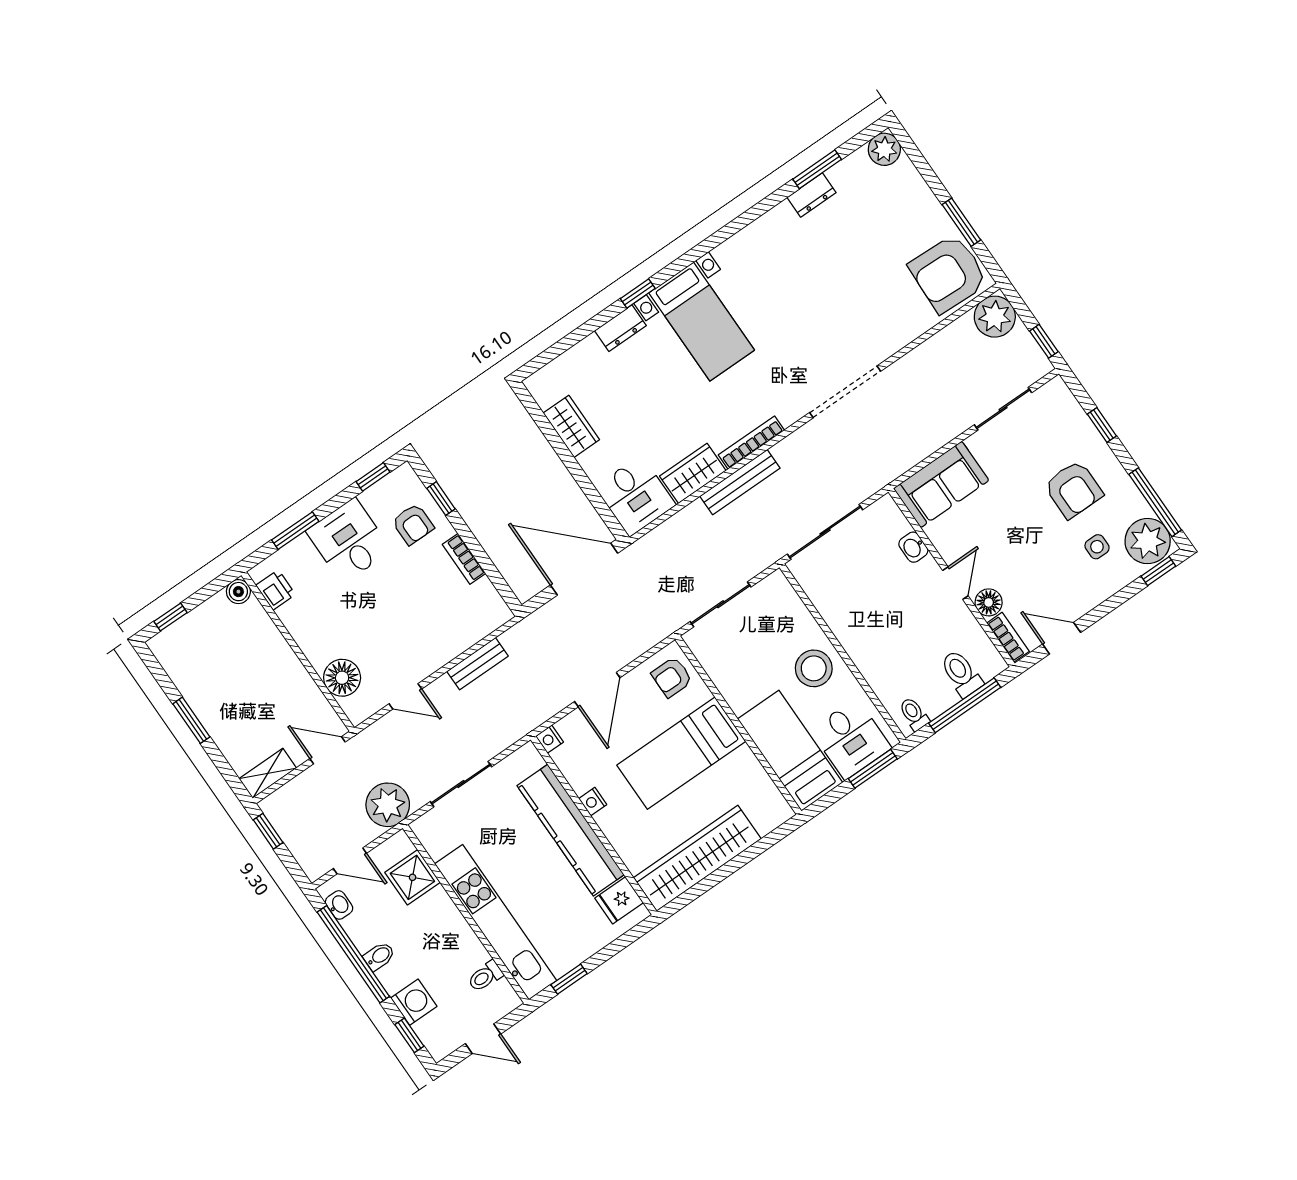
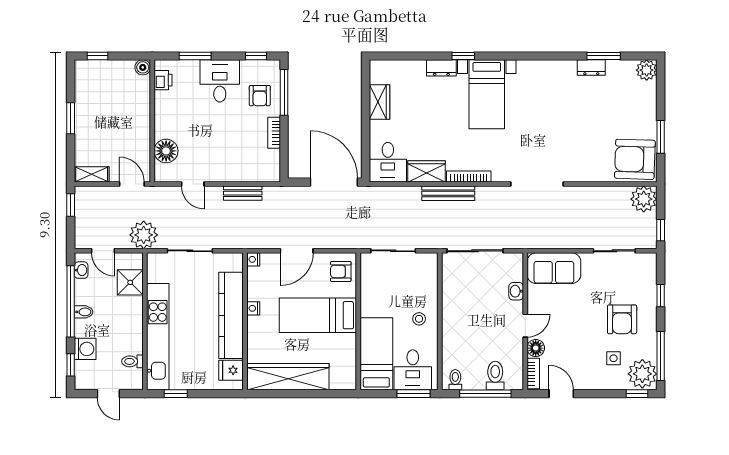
window: (441, 499) -> (284, 92), width x2.17
stool: (814, 668) -> (419, 319), width x0.53, depth x0.53

